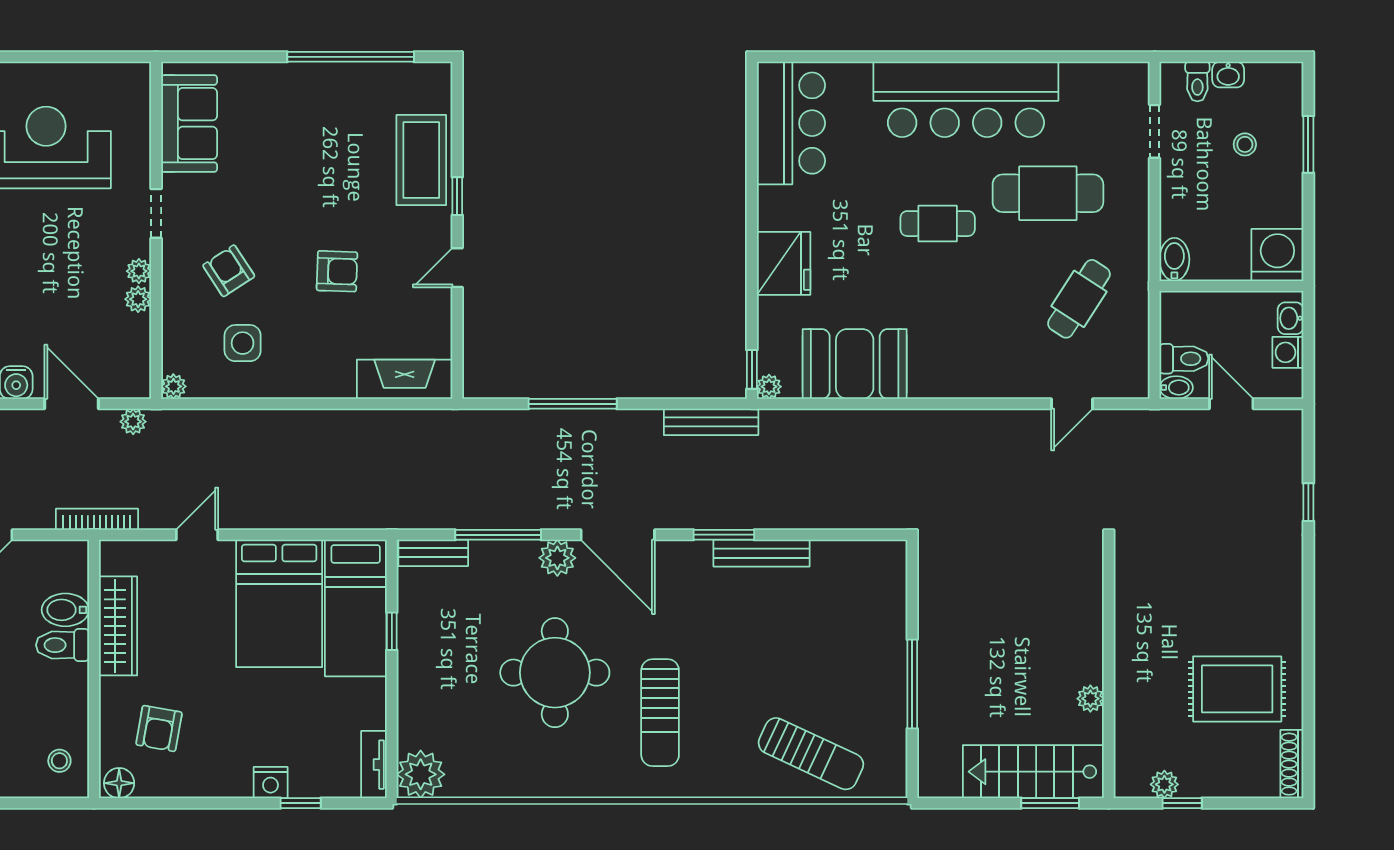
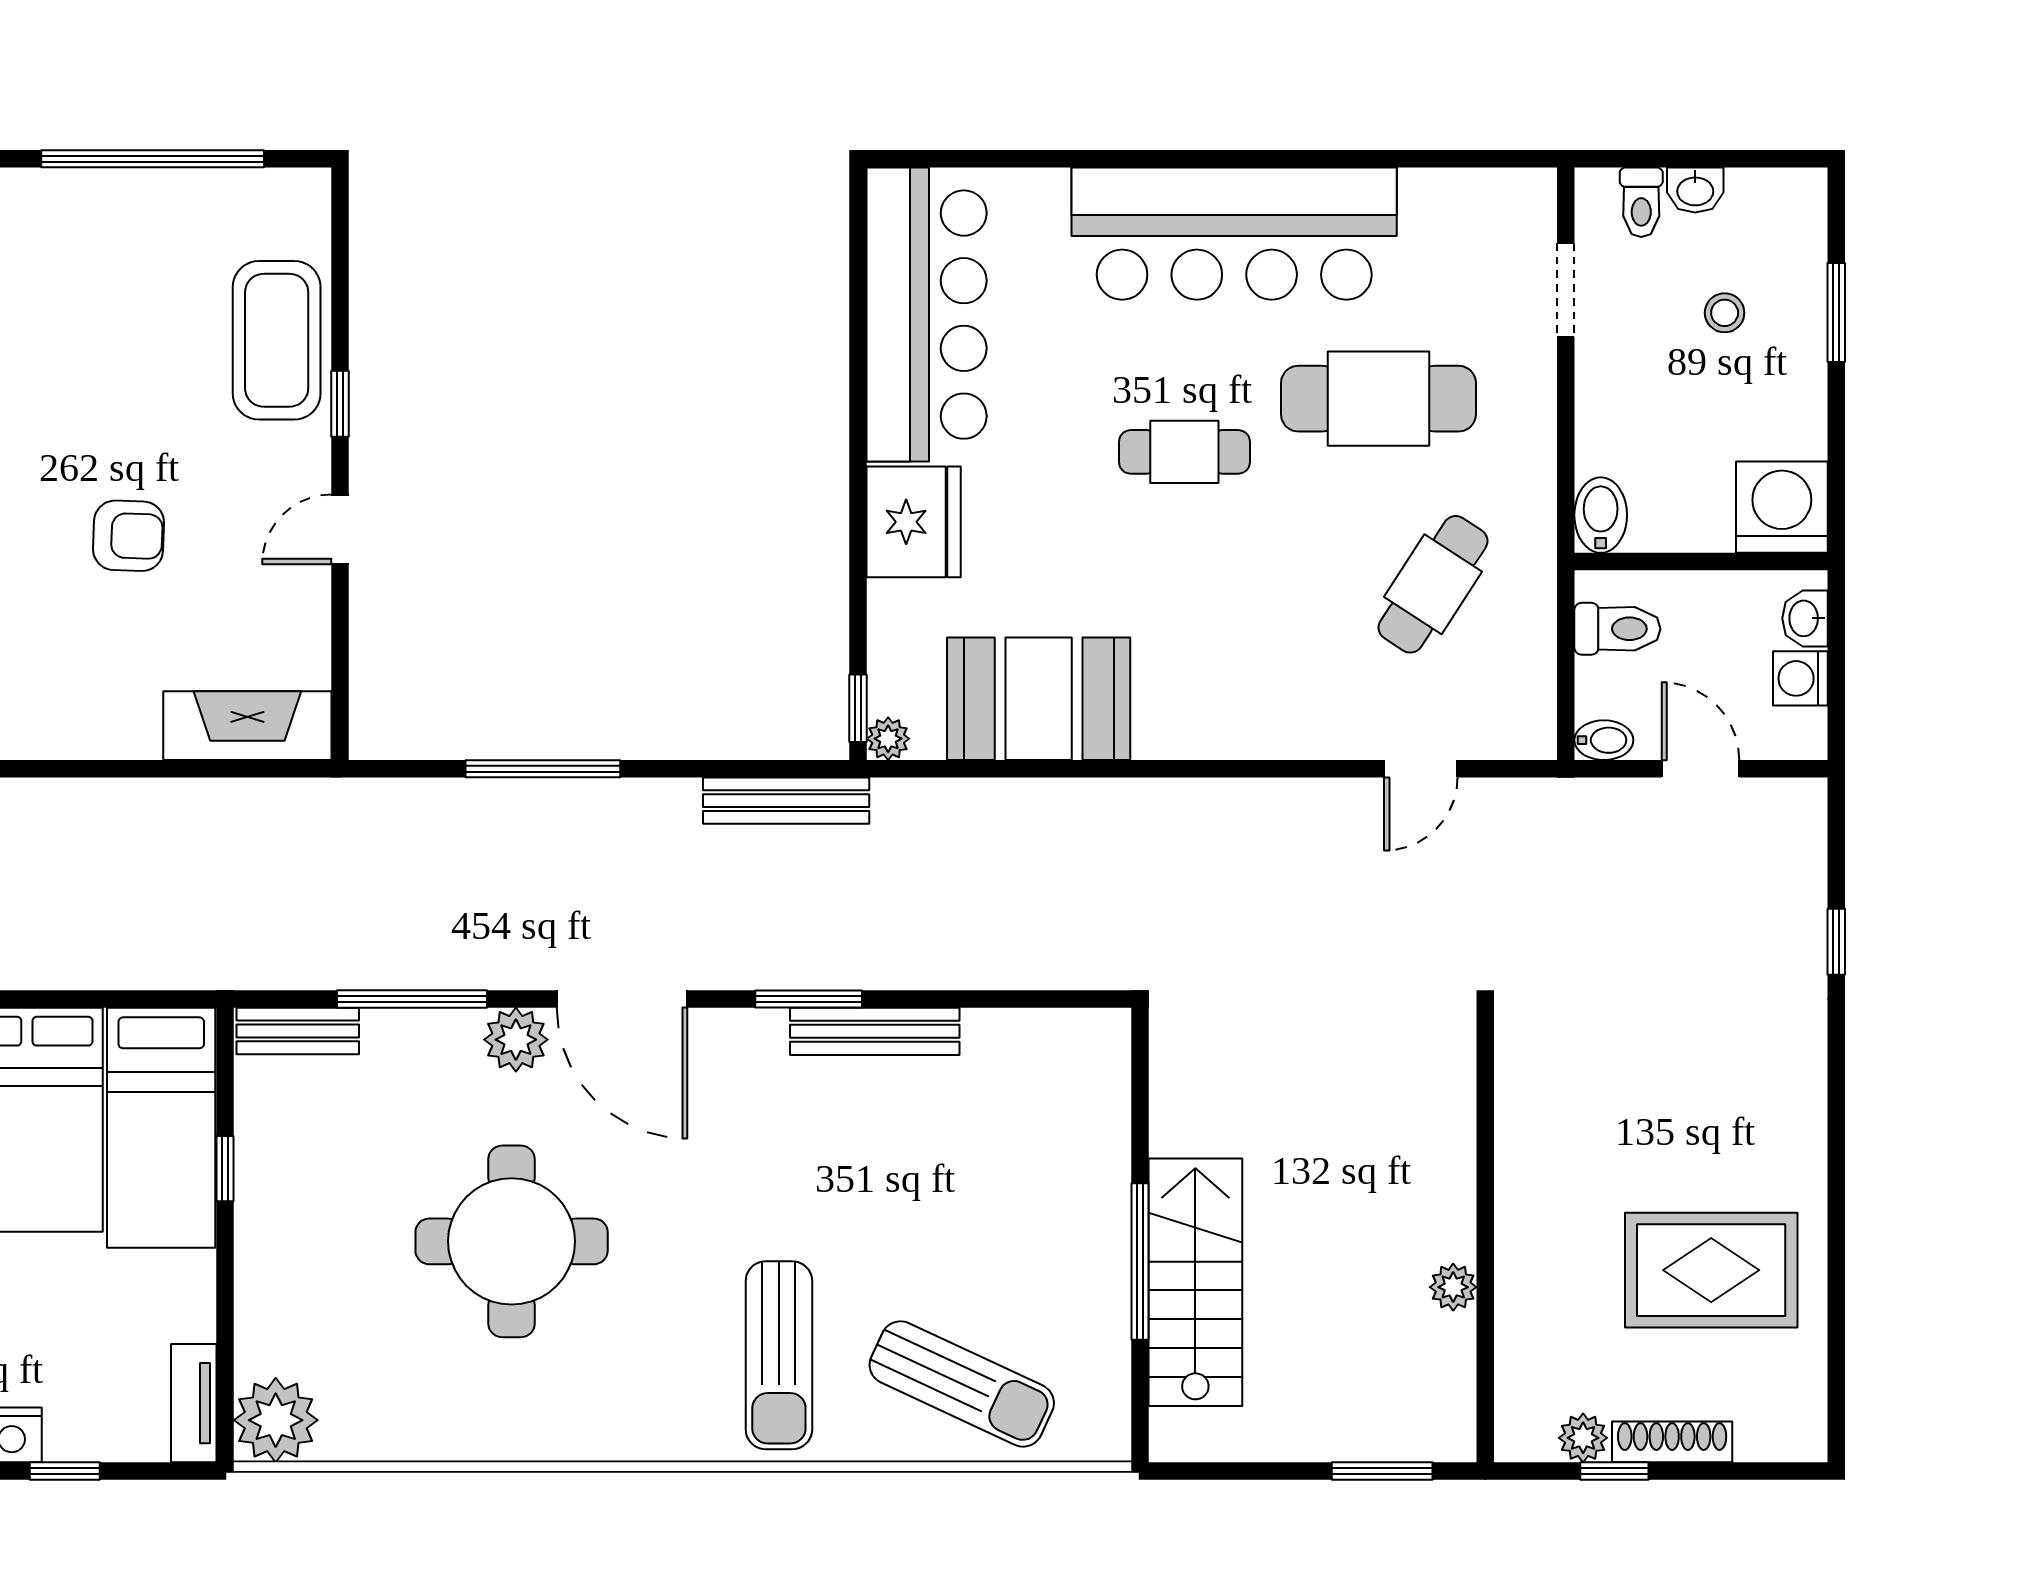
bar counter: (791, 123) -> (927, 315), width x1.36
toilet: (1184, 359) -> (1617, 629), moved
sun lounger: (660, 713) -> (779, 1355), moved
shoe rack: (1292, 764) -> (1672, 1442), moved, turned 90
stairs: (1033, 772) -> (1195, 1282), moved, turned 90

